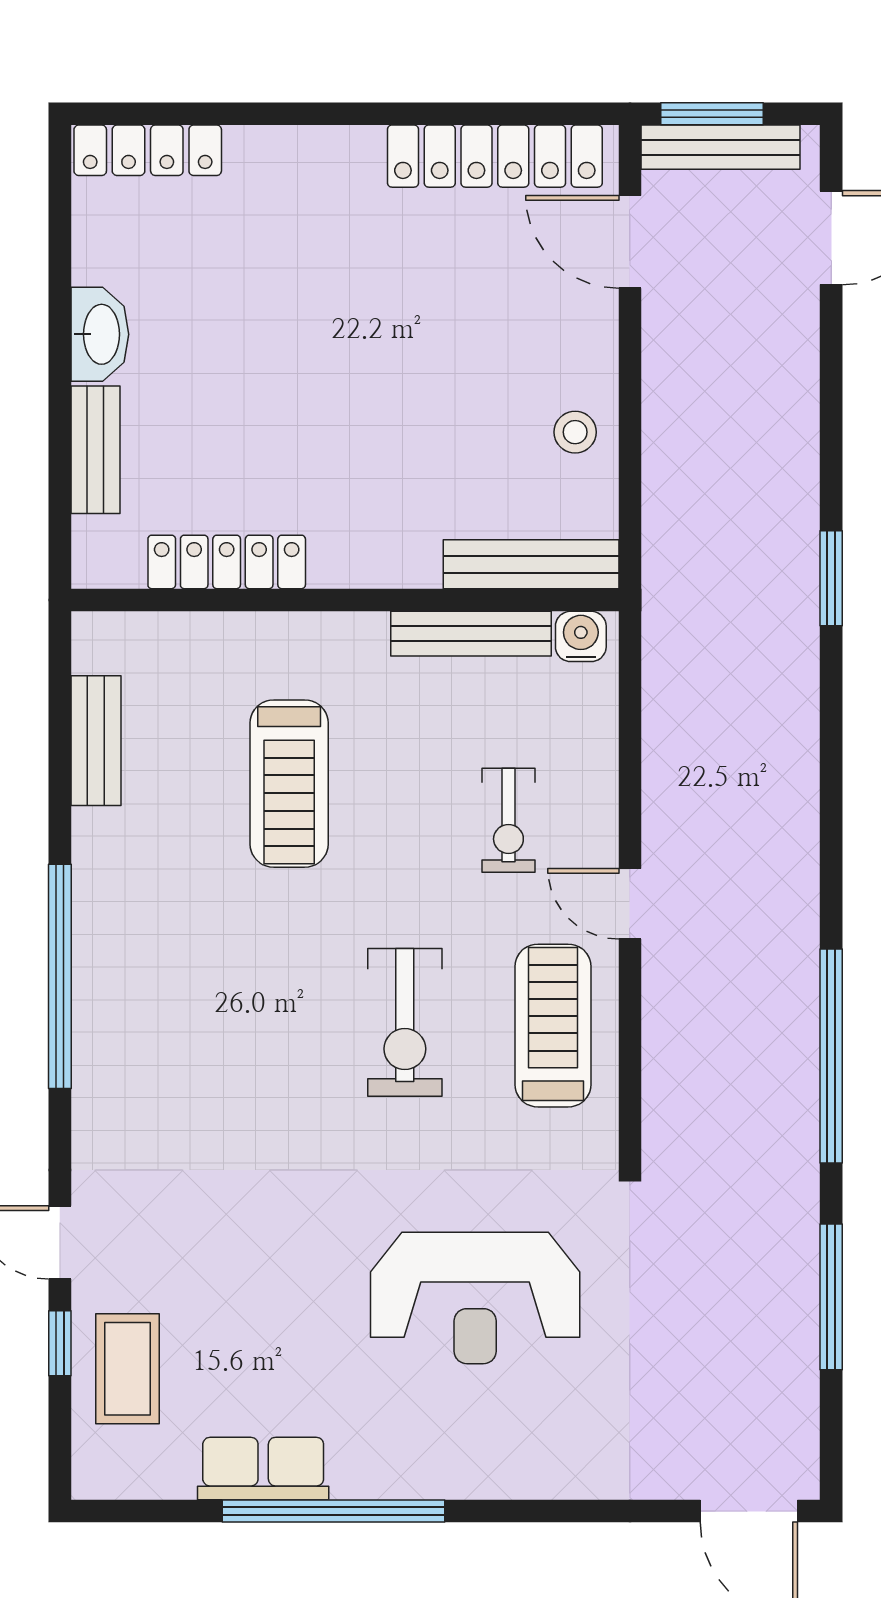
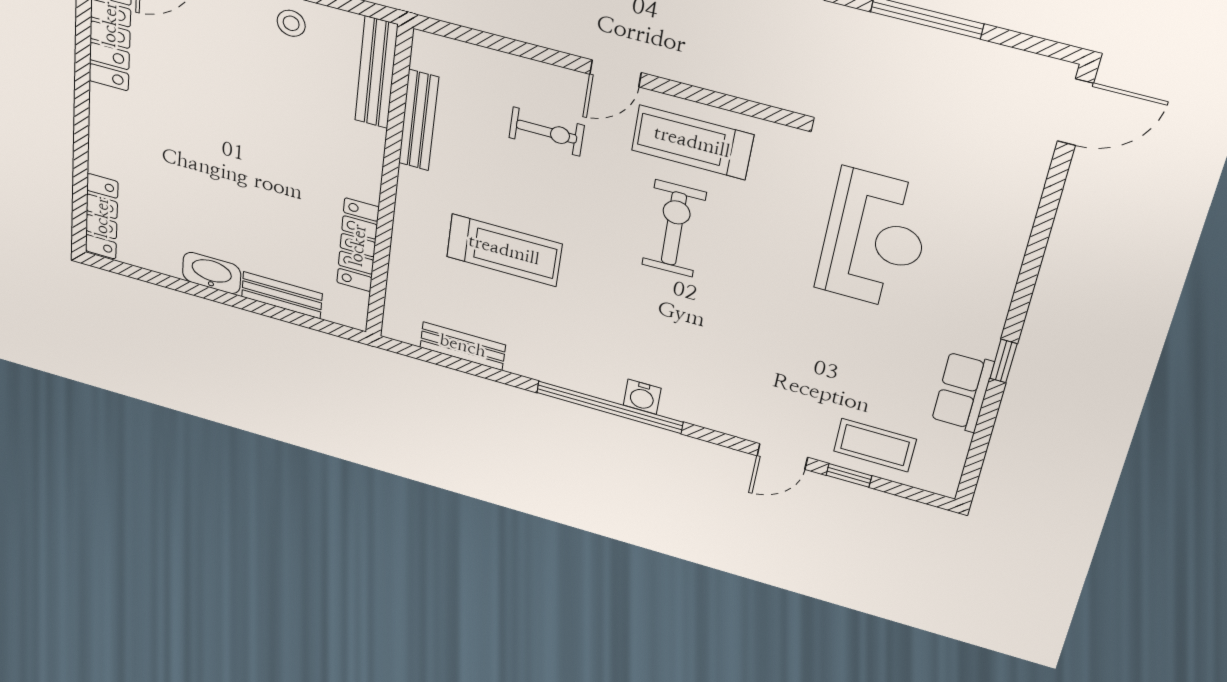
water cooler: (581, 636) -> (642, 397), moved, turned -90
exercise bike: (405, 1022) -> (674, 229), turned -91
window: (334, 1511) -> (1003, 361), width x0.32

